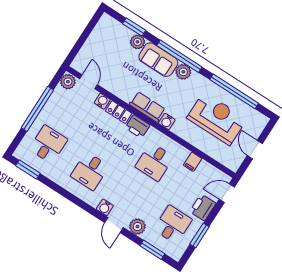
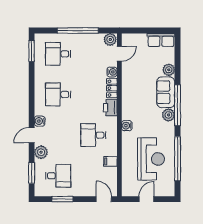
window: (134, 27) -> (178, 61), removed
row of seats: (147, 107) -> (161, 40), moved, turned 90
desk: (48, 144) -> (58, 54), turned 180
printer: (203, 207) -> (83, 189), removed

